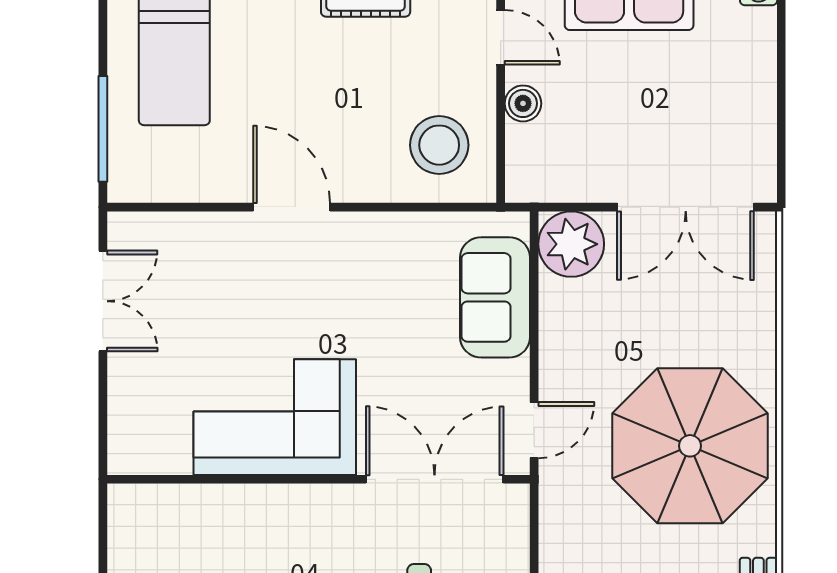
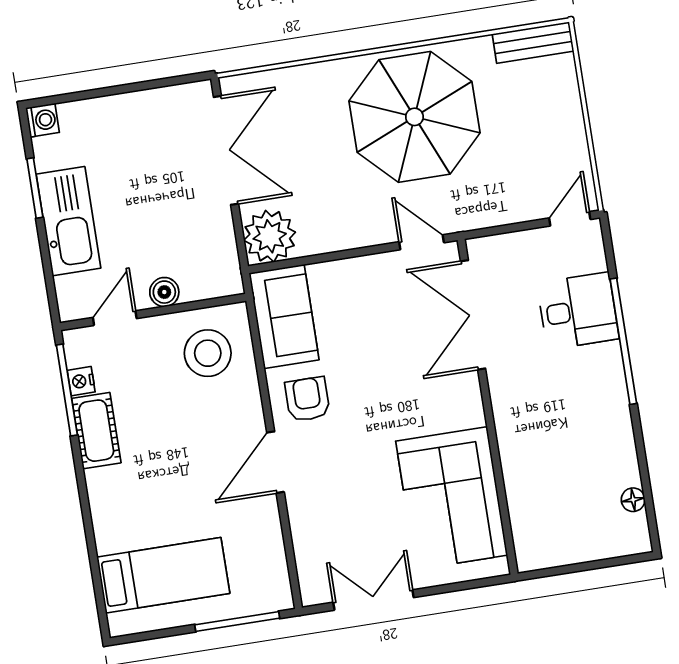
armchair: (363, 259) -> (307, 399), added
sofa: (495, 297) -> (284, 316), moved, turned -90
corner sofa: (275, 417) -> (452, 498), moved

